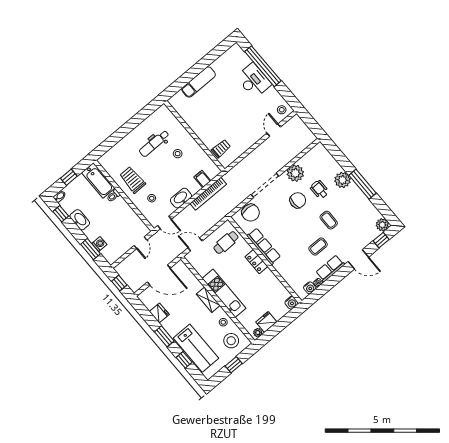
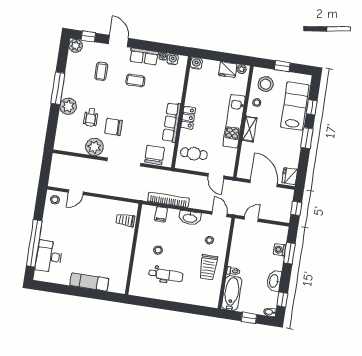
desk: (254, 81) -> (49, 256), moved
coffee table: (329, 220) -> (101, 71), moved
fridge: (159, 313) -> (290, 176), moved

